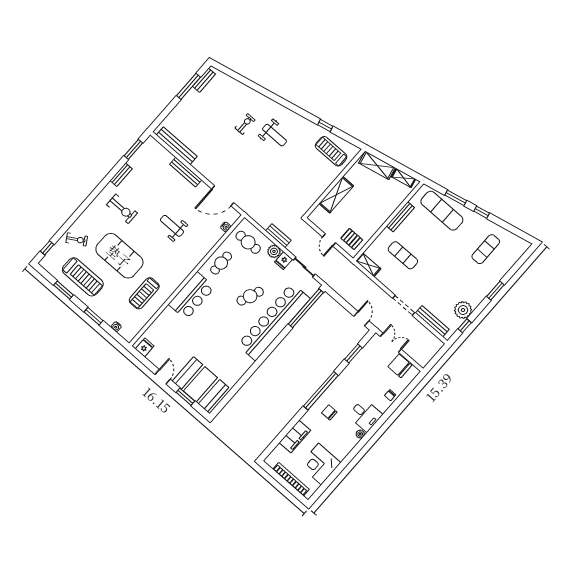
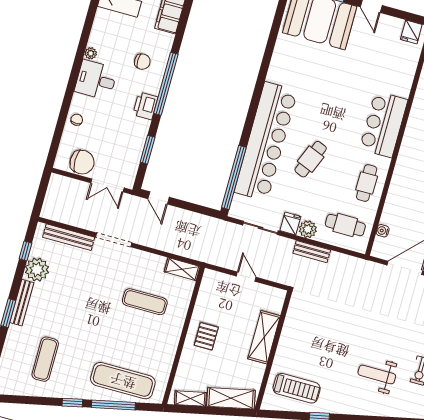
window: (456, 198) -> (113, 405), width x1.44
bench: (400, 217) -> (22, 303), moved
pallet: (352, 239) -> (206, 336), moved, turned 90
printer: (341, 383) -> (145, 106), added

